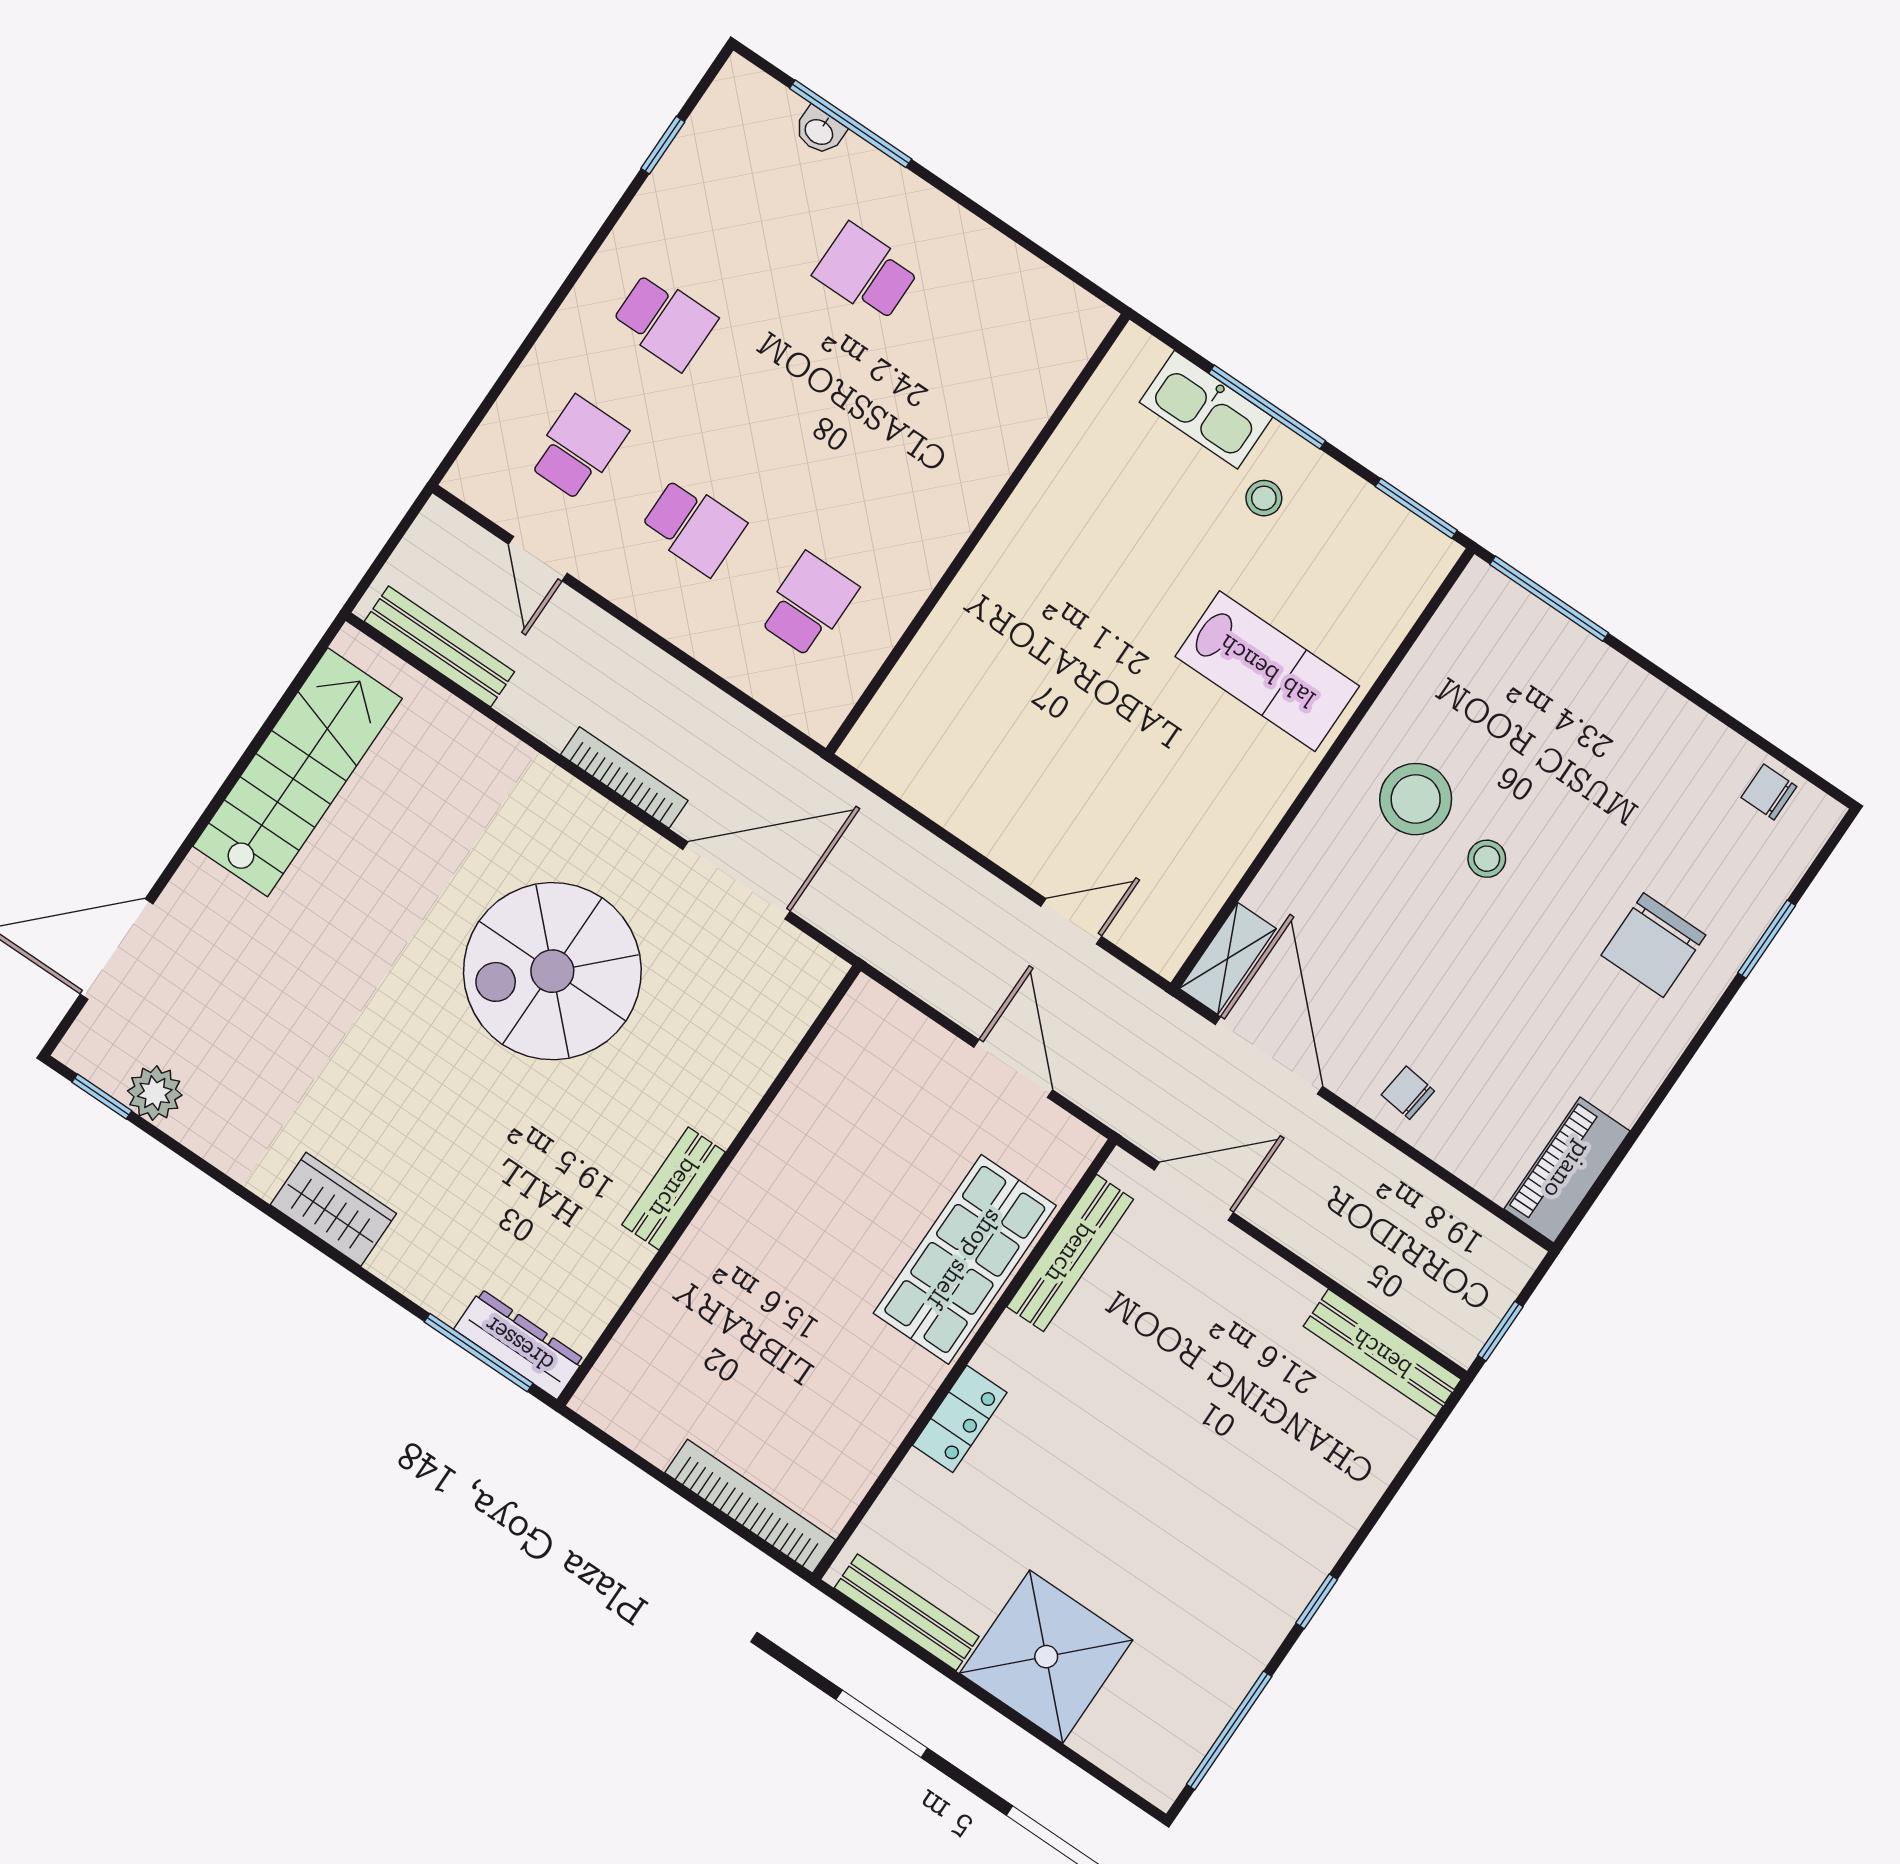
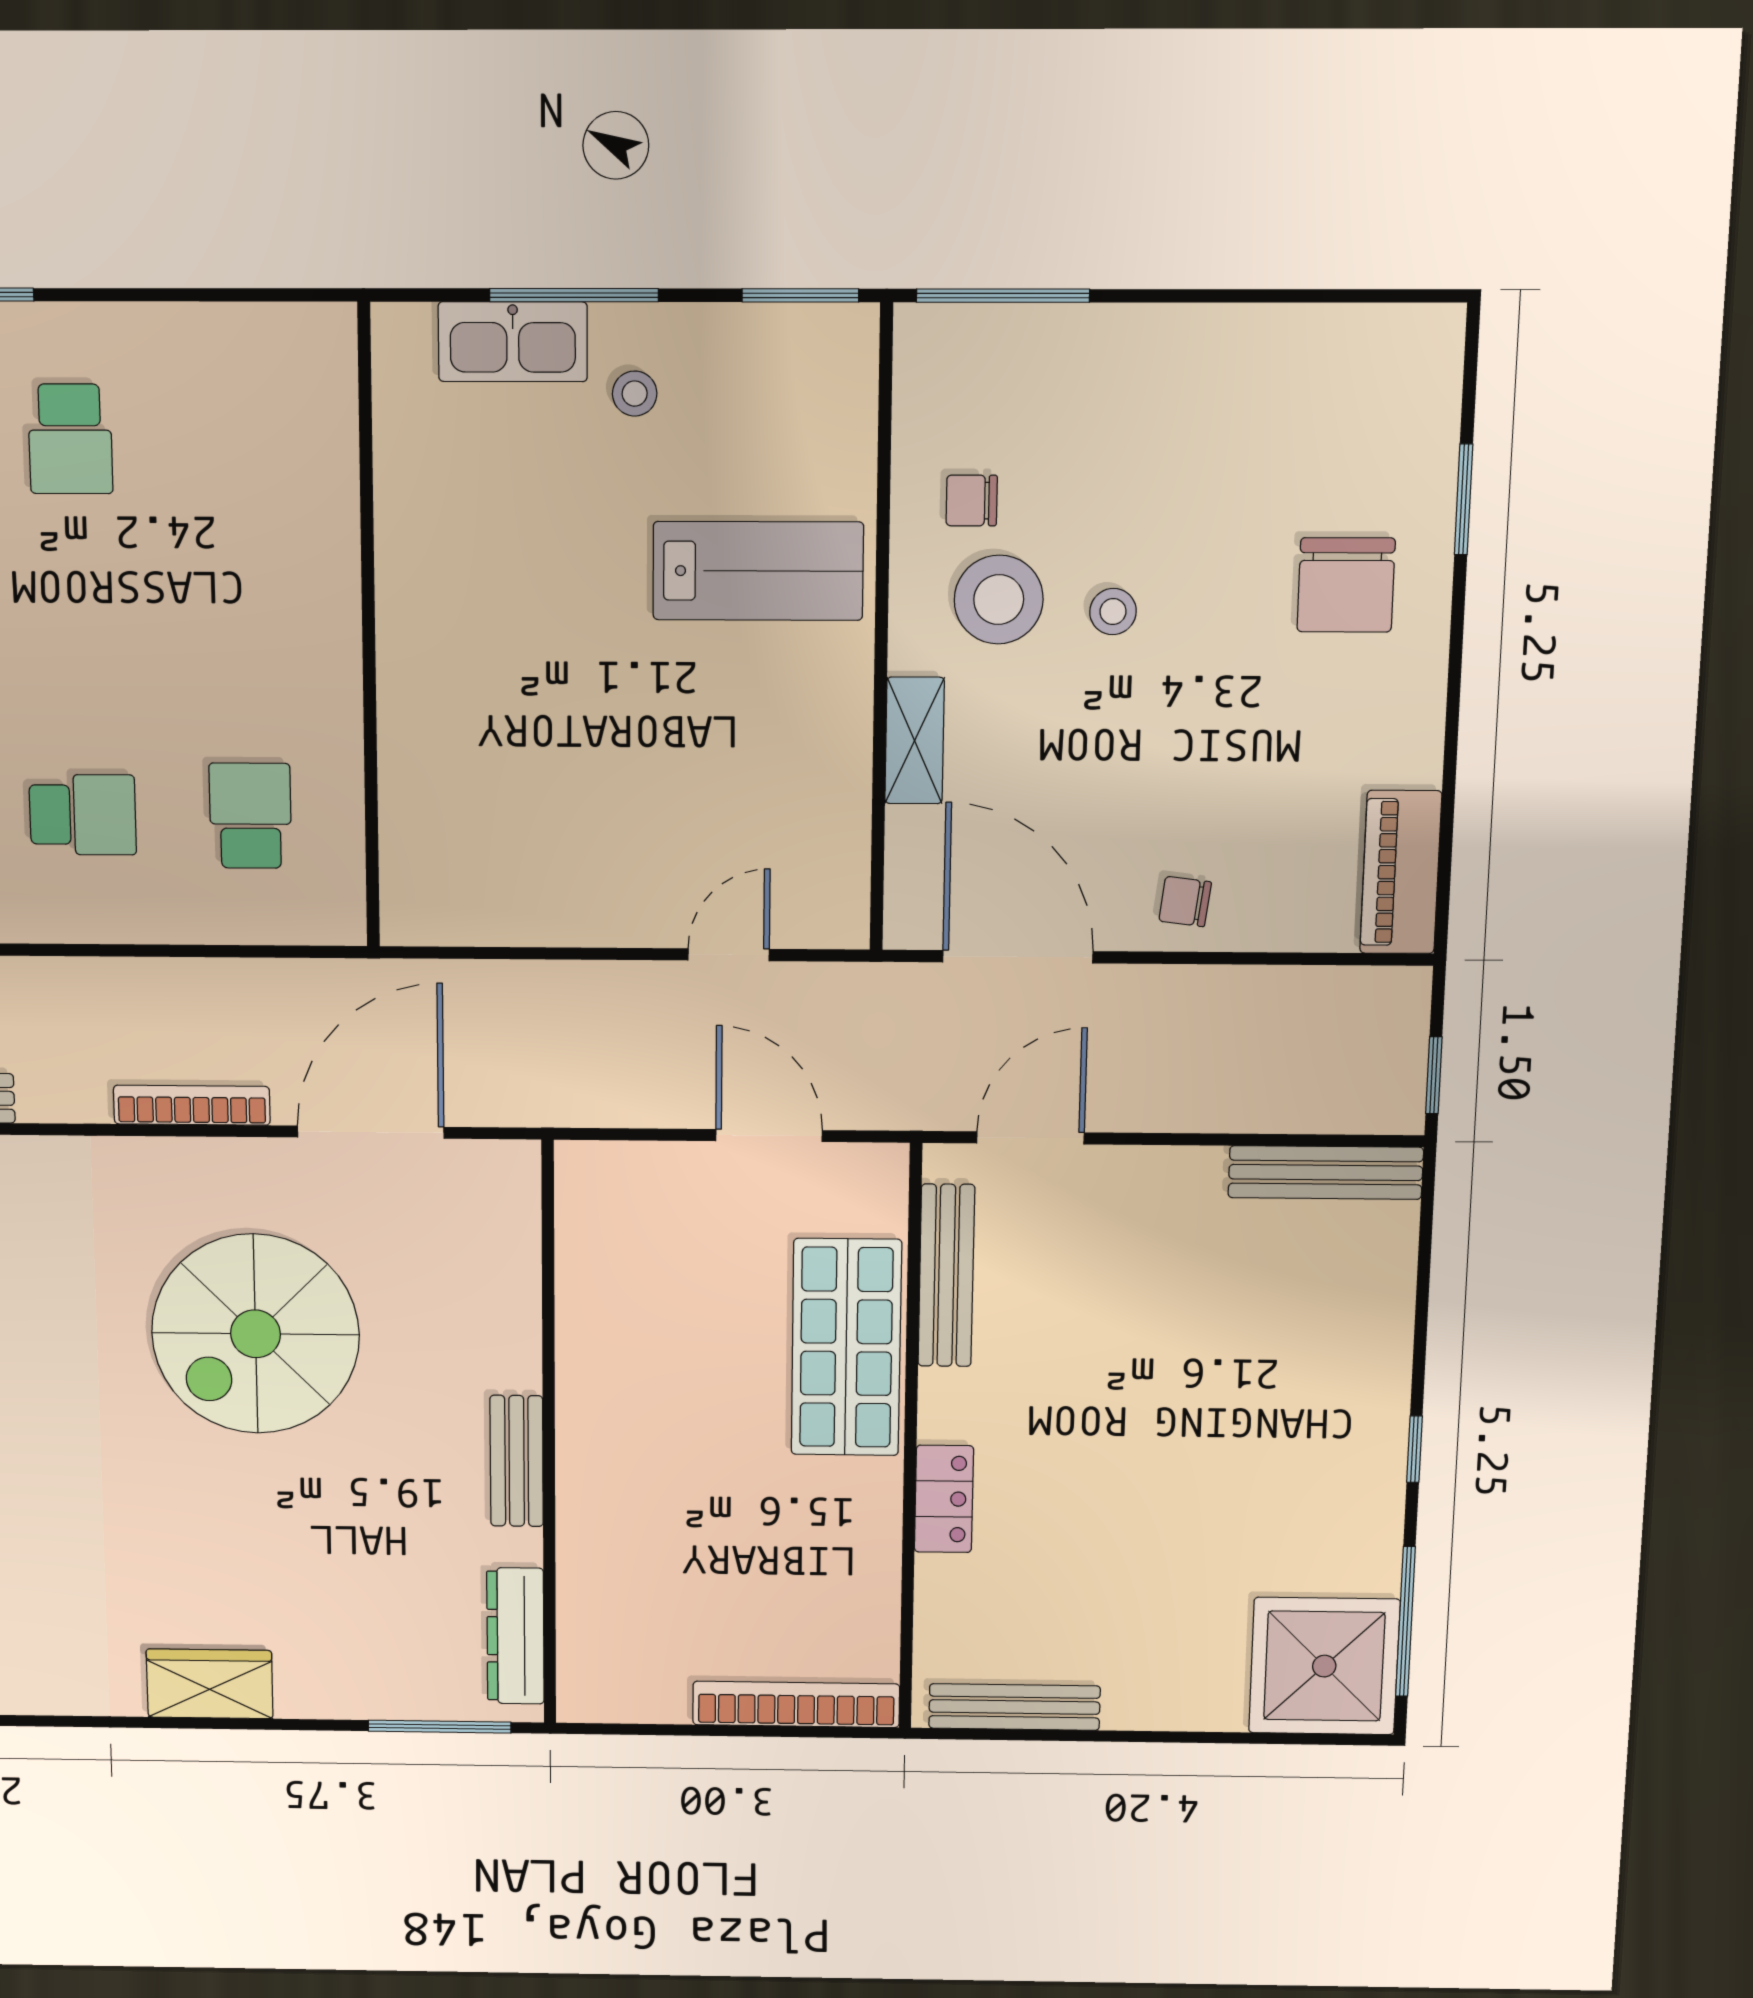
school desk: (866, 272) -> (70, 439), turned -90
chair: (1769, 792) -> (972, 501), moved
shelving: (1228, 959) -> (915, 741), moved
dresser: (519, 1344) -> (515, 1636), moved, turned -90
shower: (1046, 1657) -> (1324, 1666), moved

